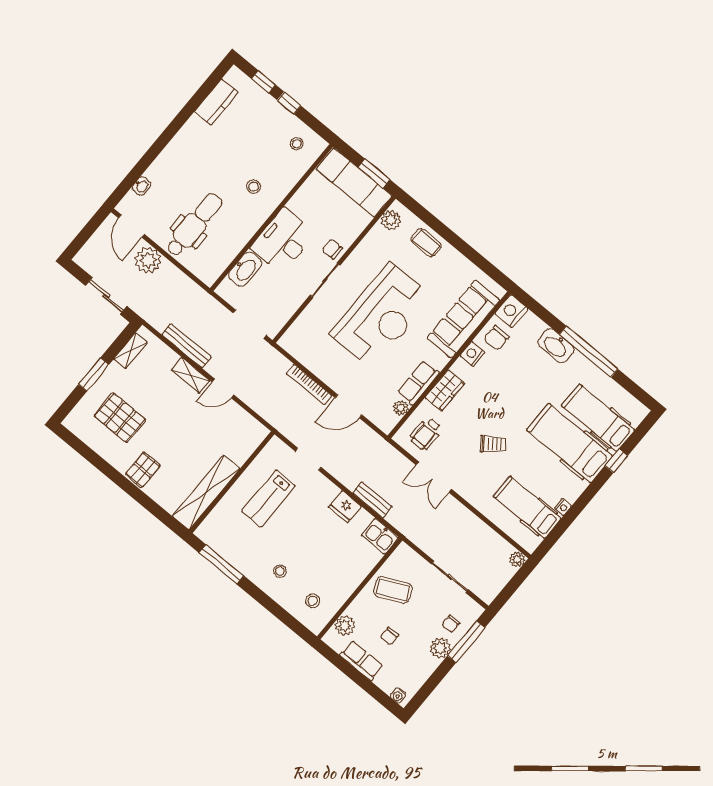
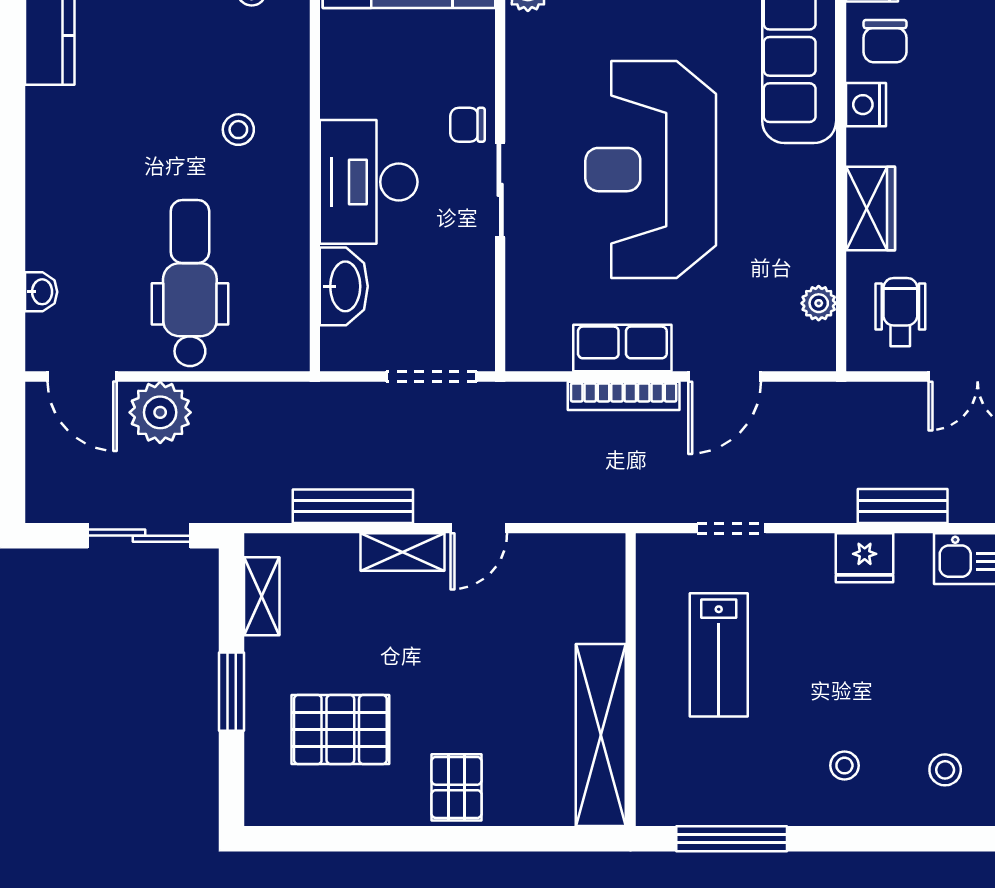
reception desk: (382, 316) -> (651, 170), turned 180
row of seats: (418, 383) -> (622, 348), moved, turned 90
wheelchair: (426, 434) -> (900, 312), turned 180

